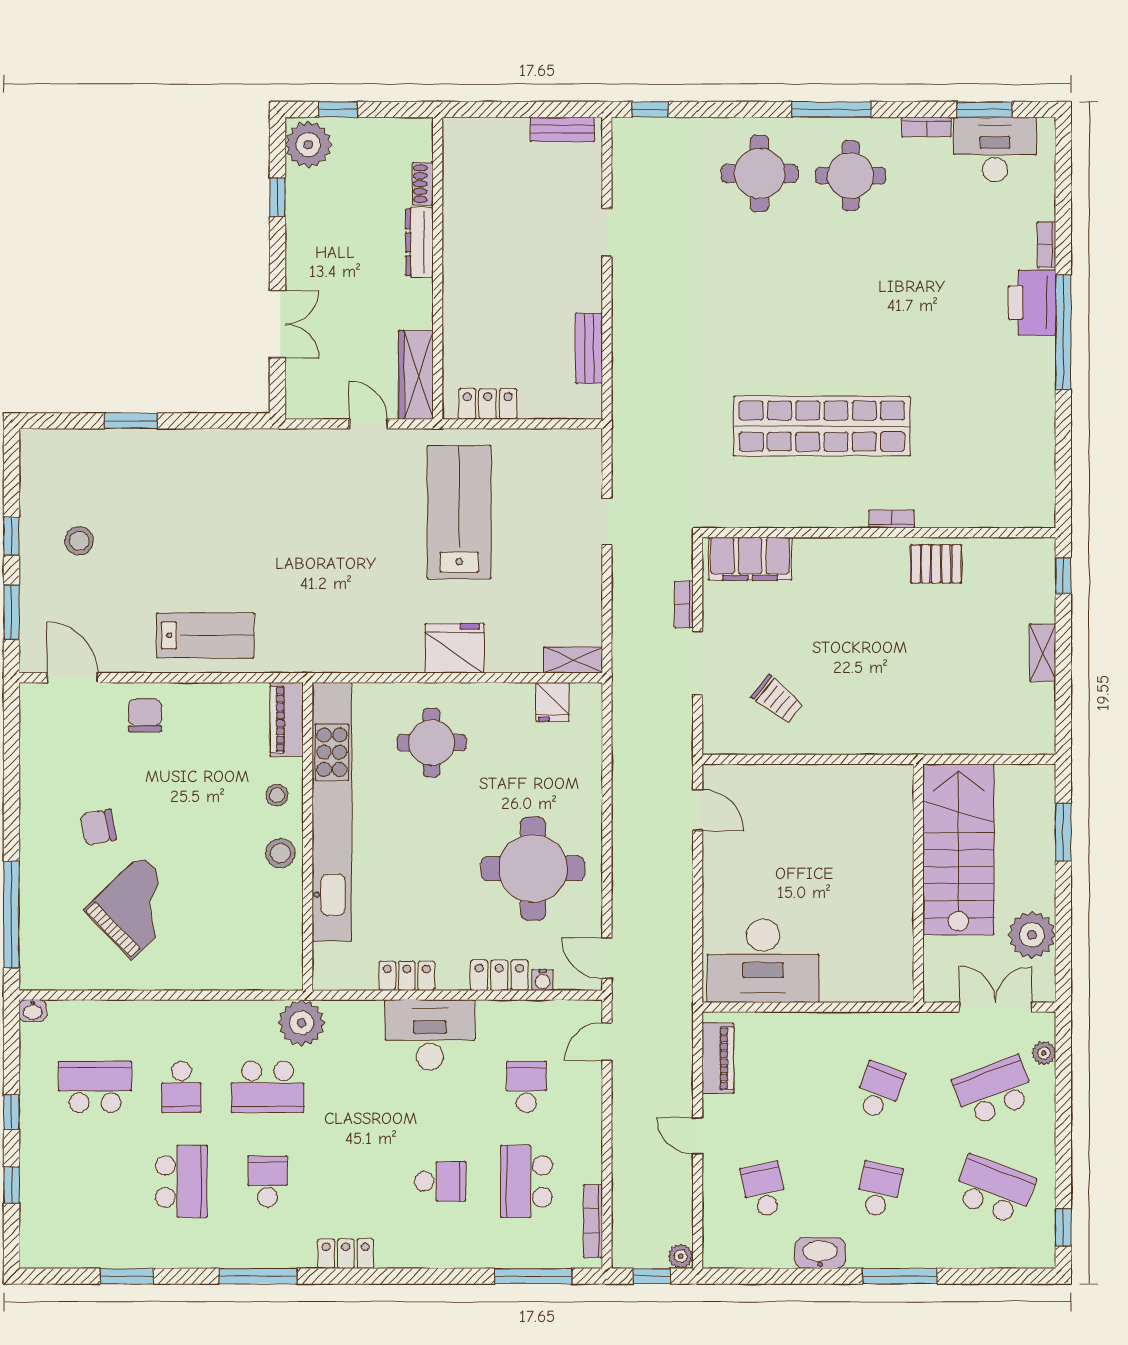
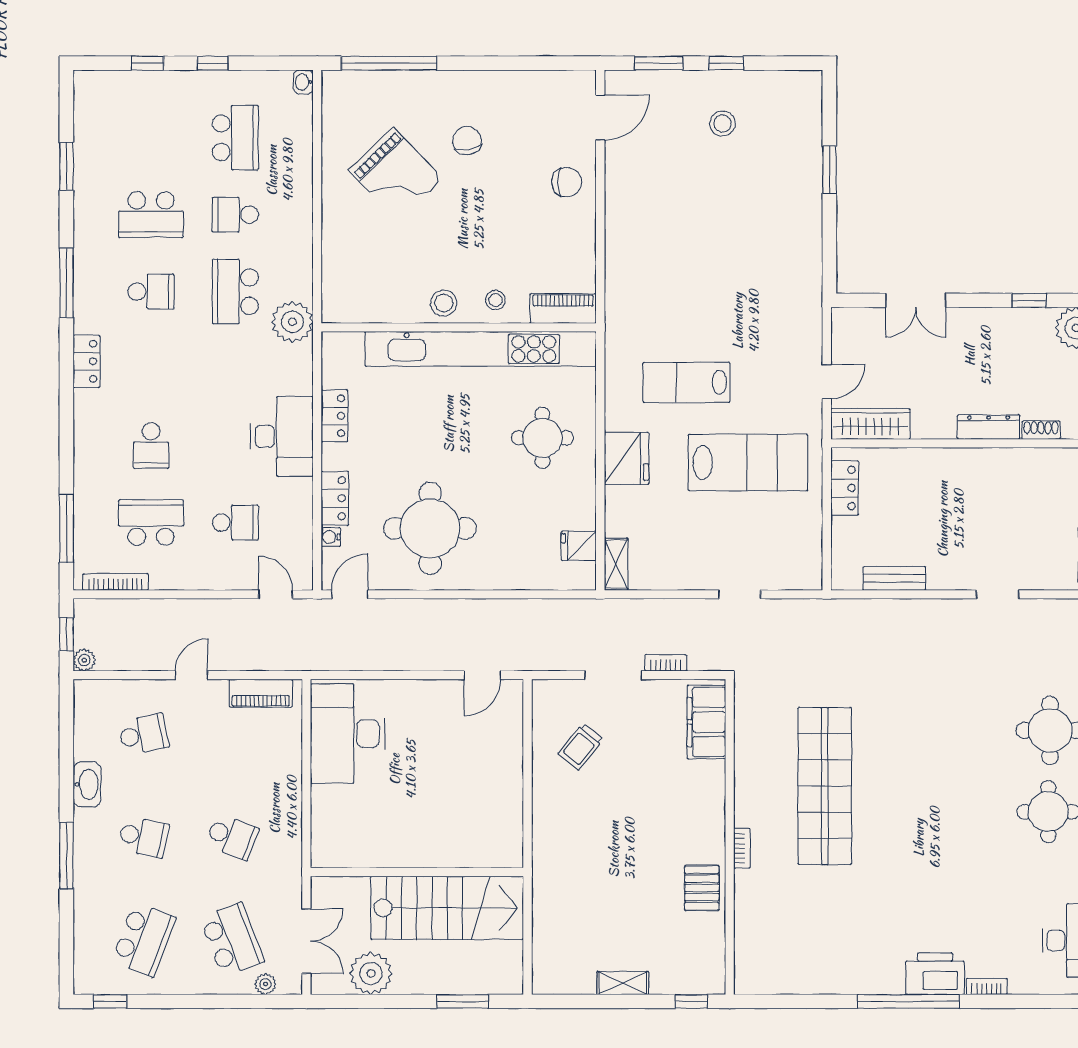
lab bench: (205, 635) -> (686, 382), moved, turned 90

